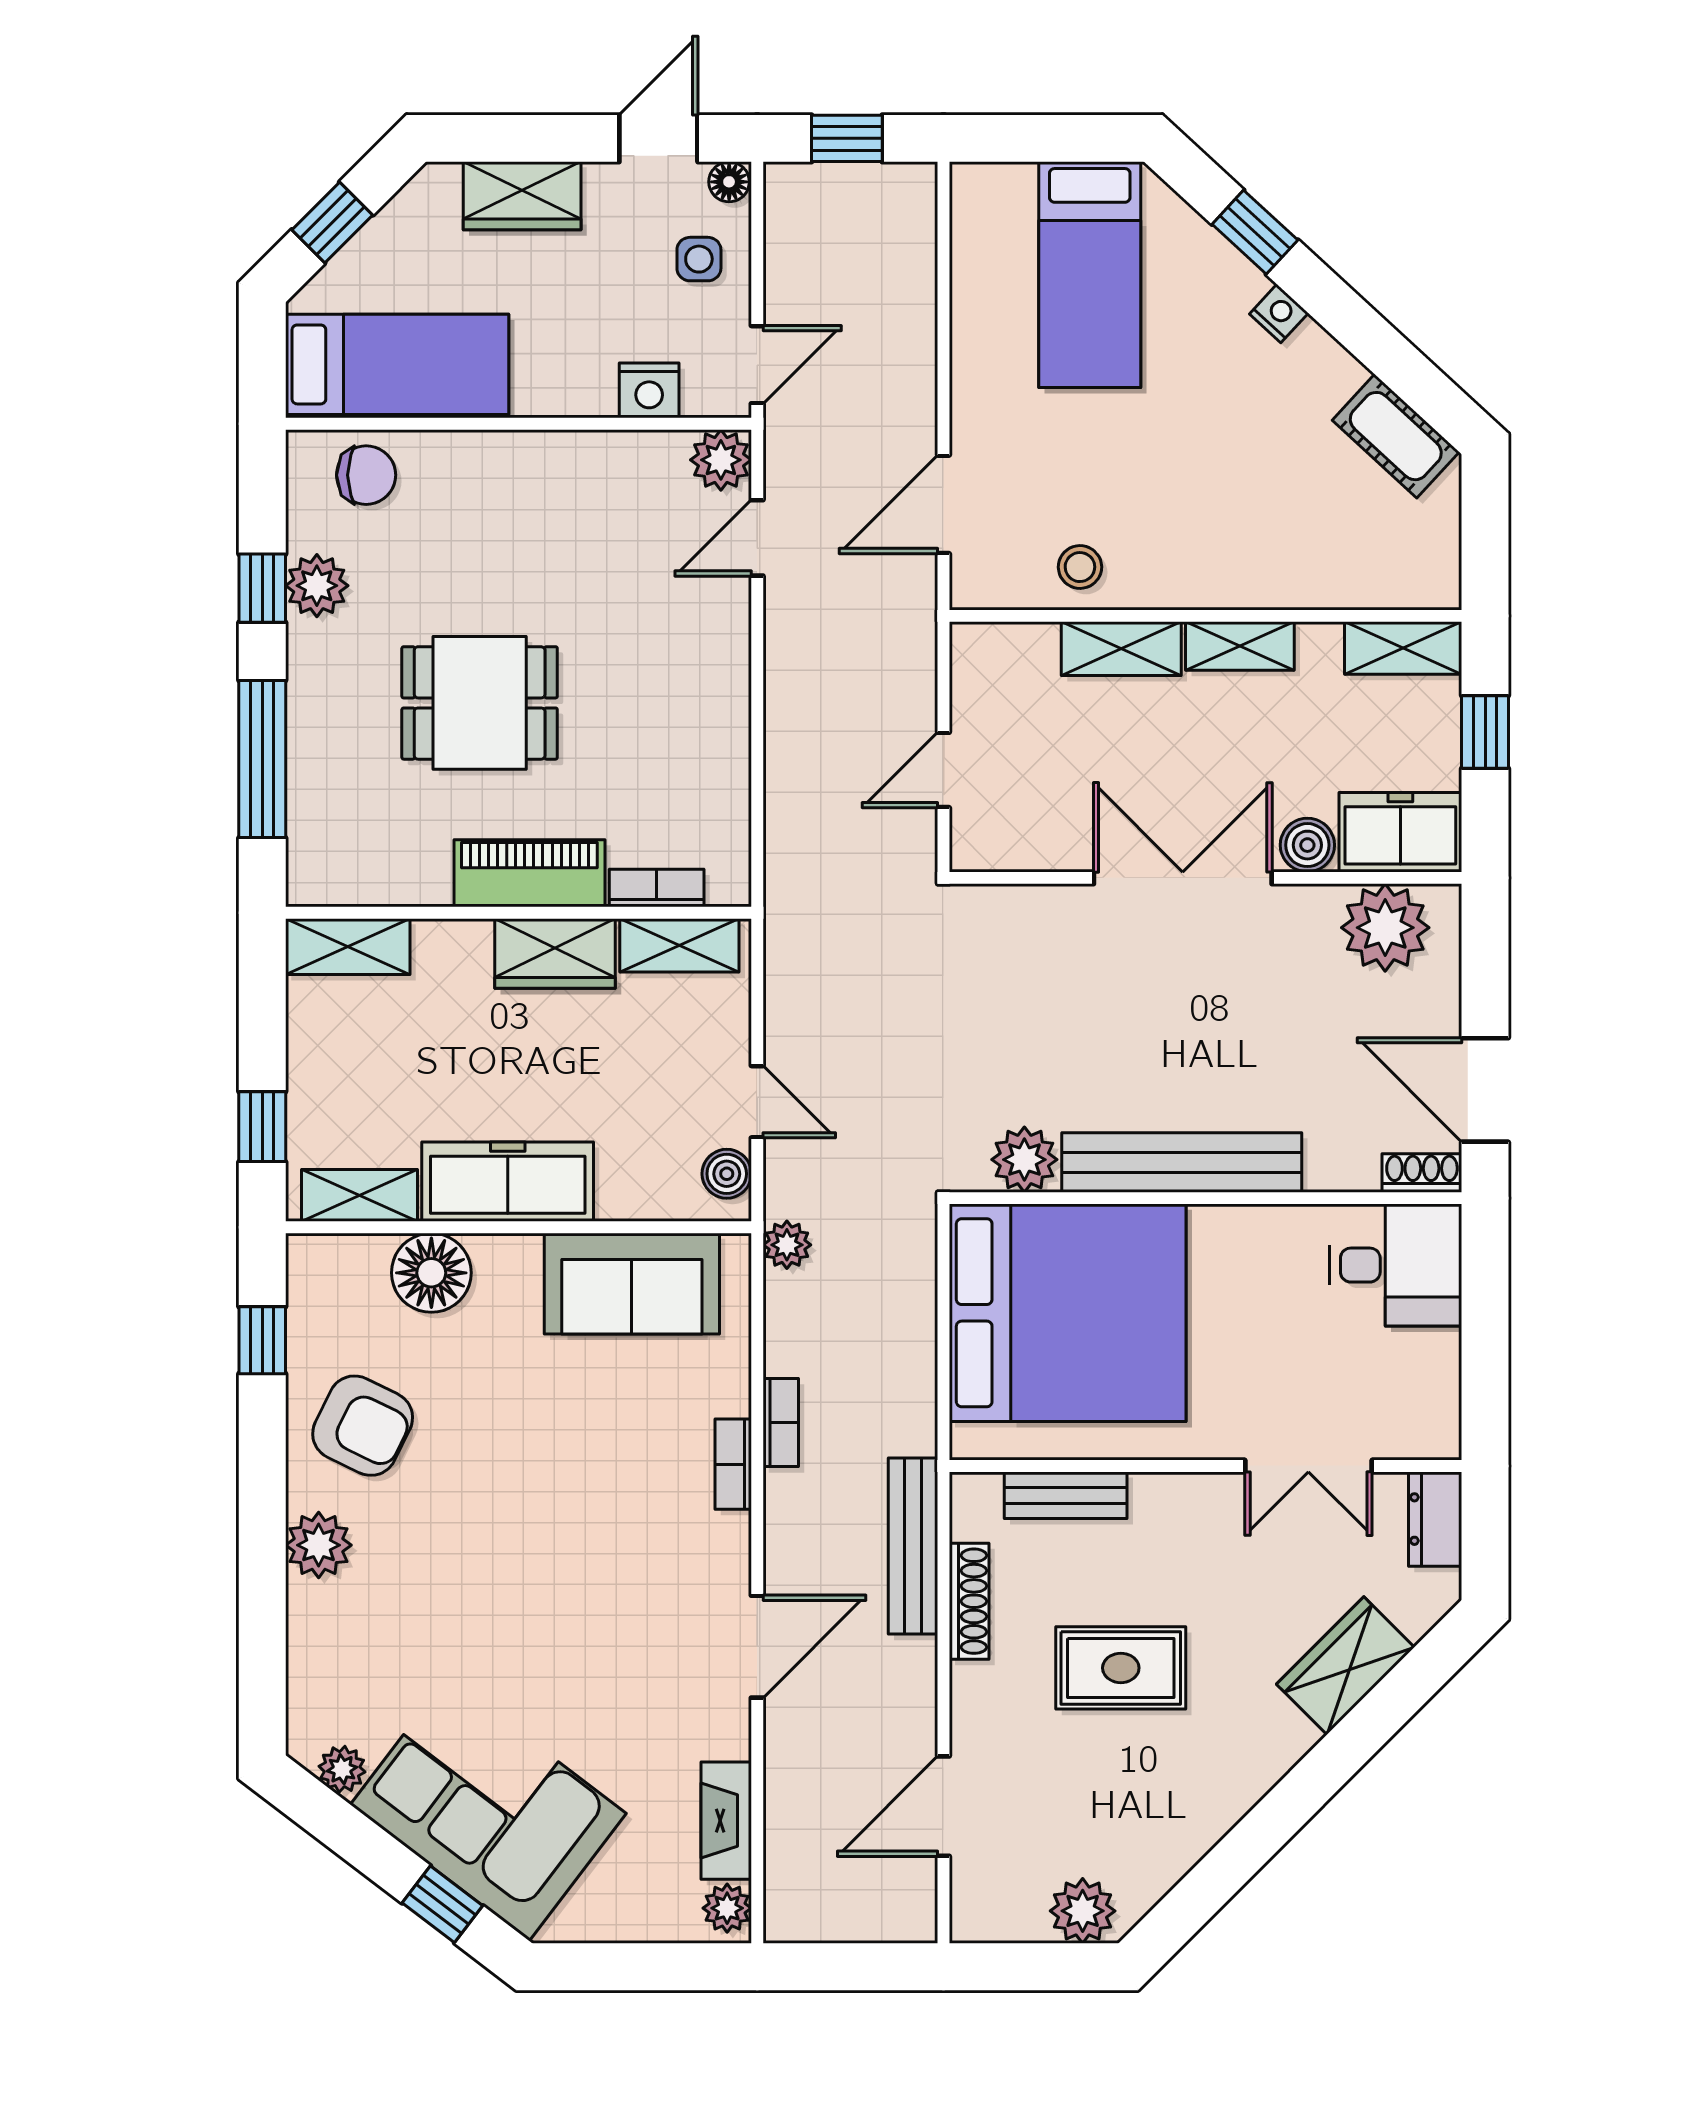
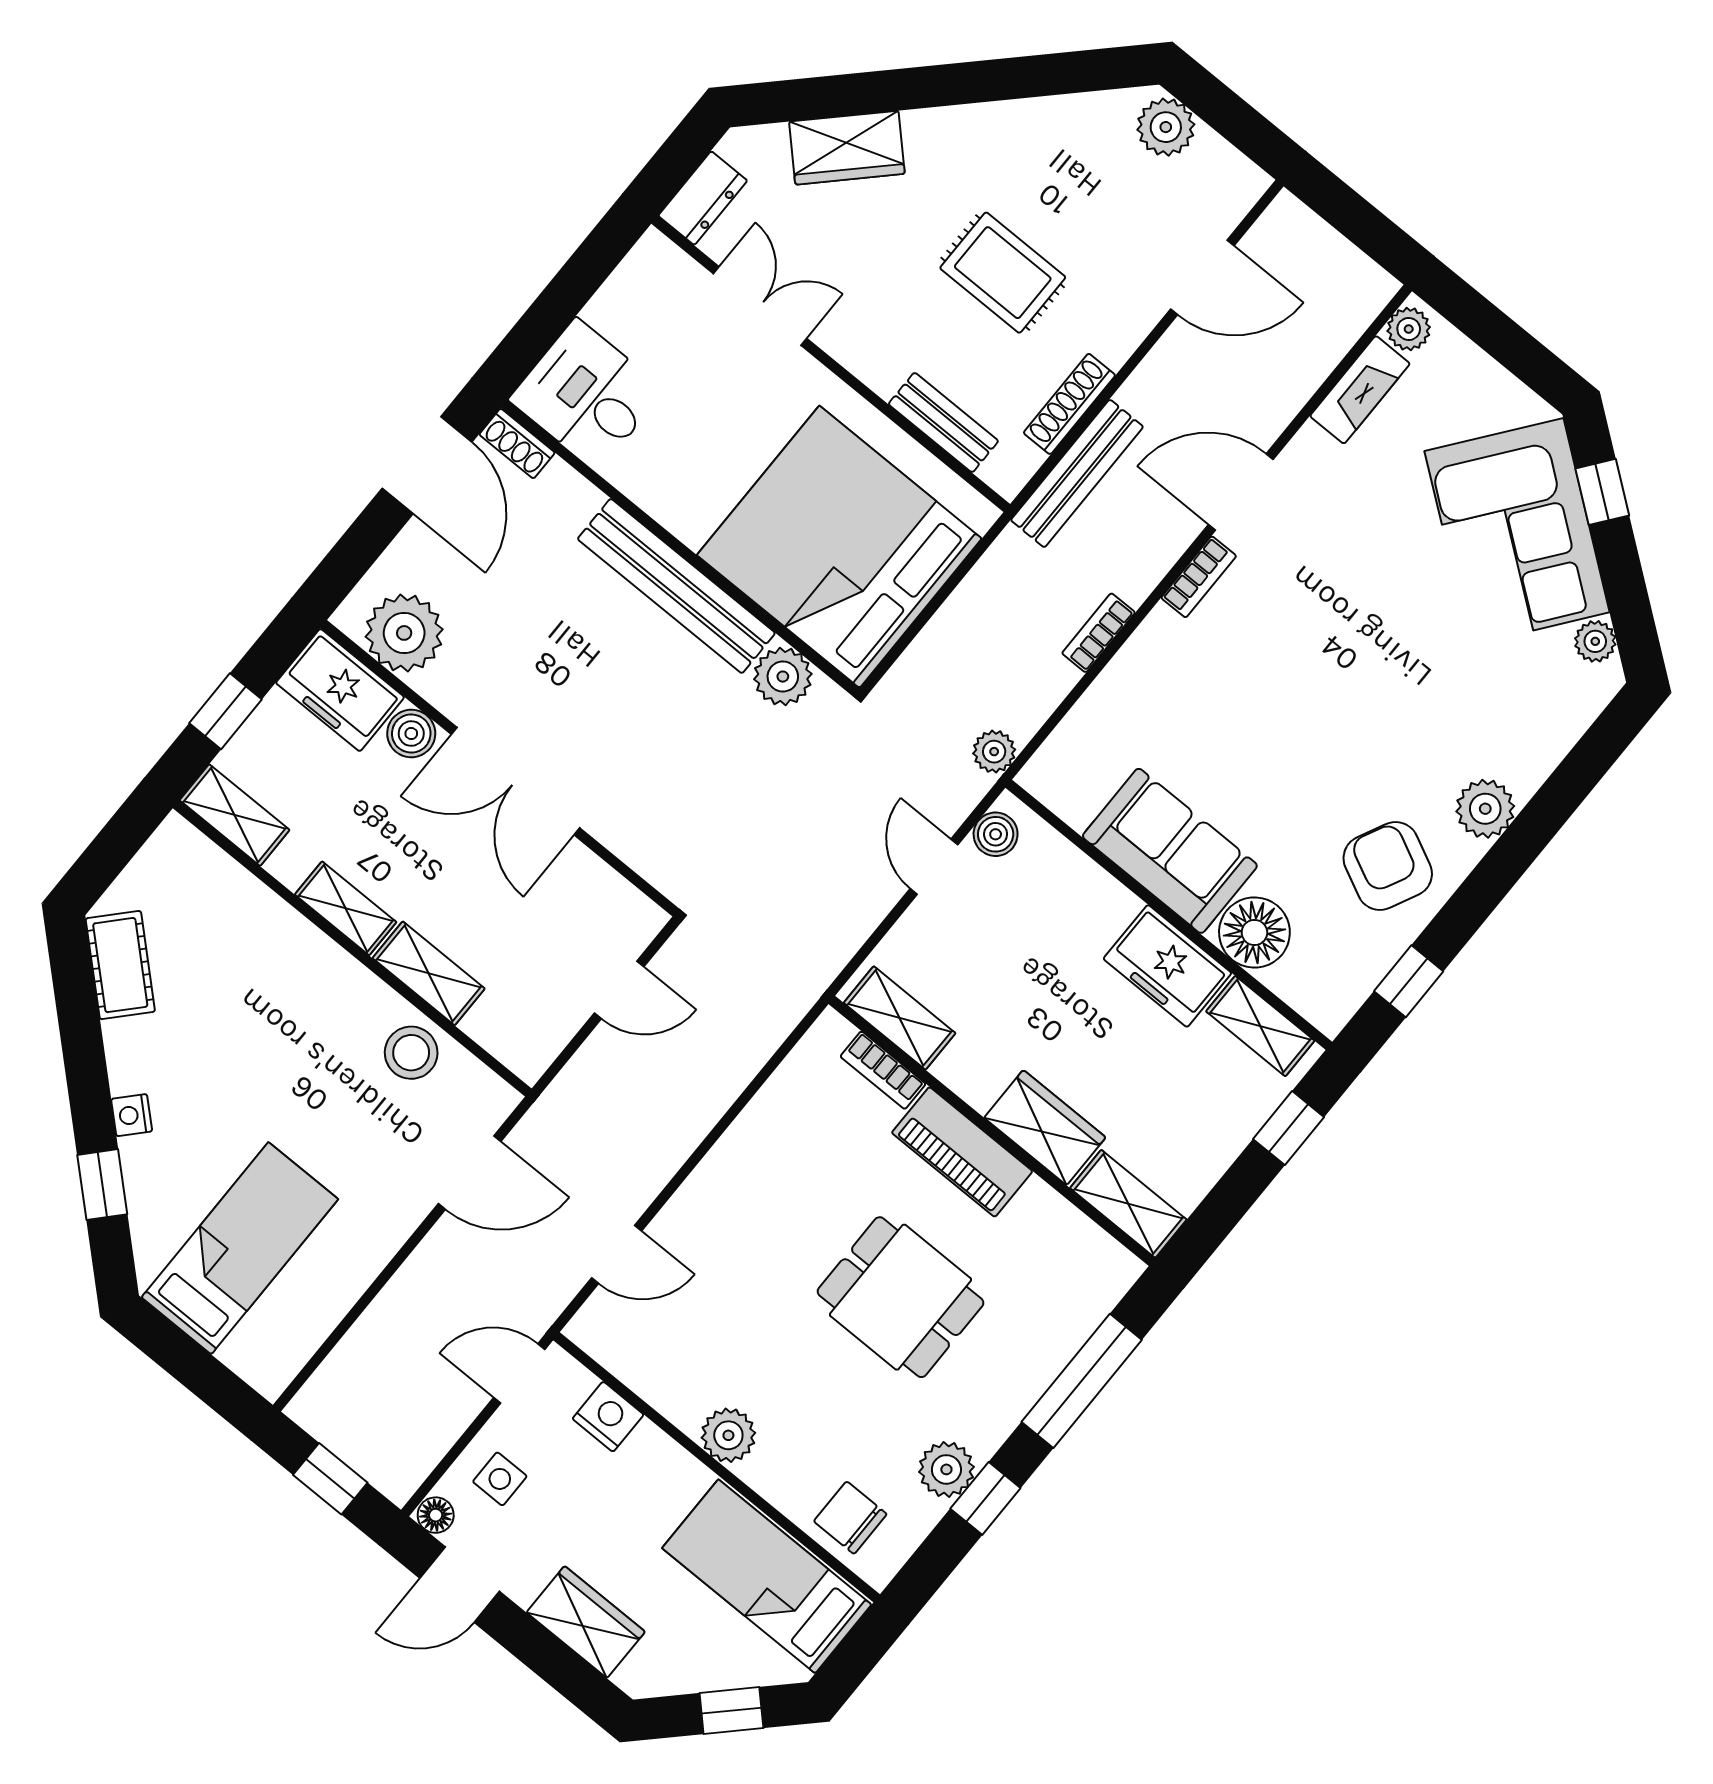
plant: (721, 460) -> (728, 1435), moved
stool: (1080, 567) -> (411, 1053), width x1.37, depth x1.37
wardrobe: (555, 954) -> (1045, 1128), moved
freezer: (508, 1182) -> (1167, 966), width x0.71
sofa: (632, 1284) -> (1170, 851), moved
bookcase: (733, 1464) -> (1199, 577), moved

